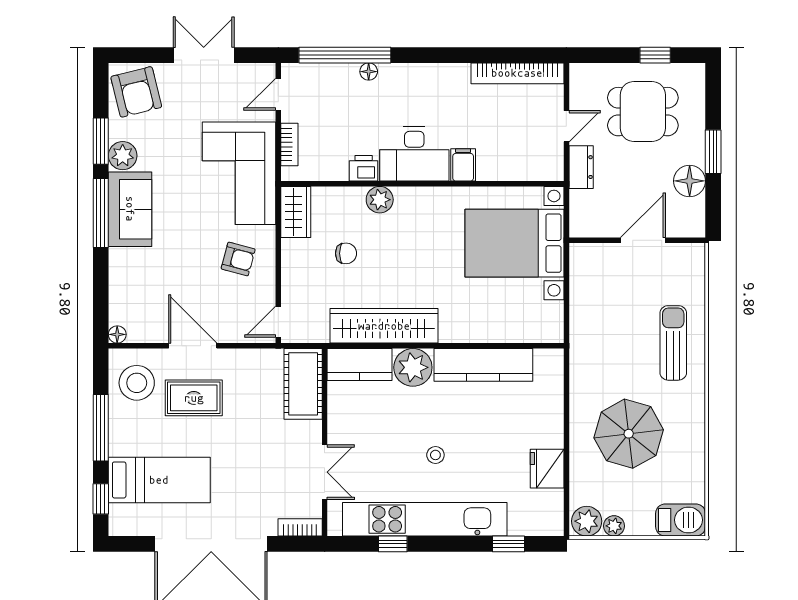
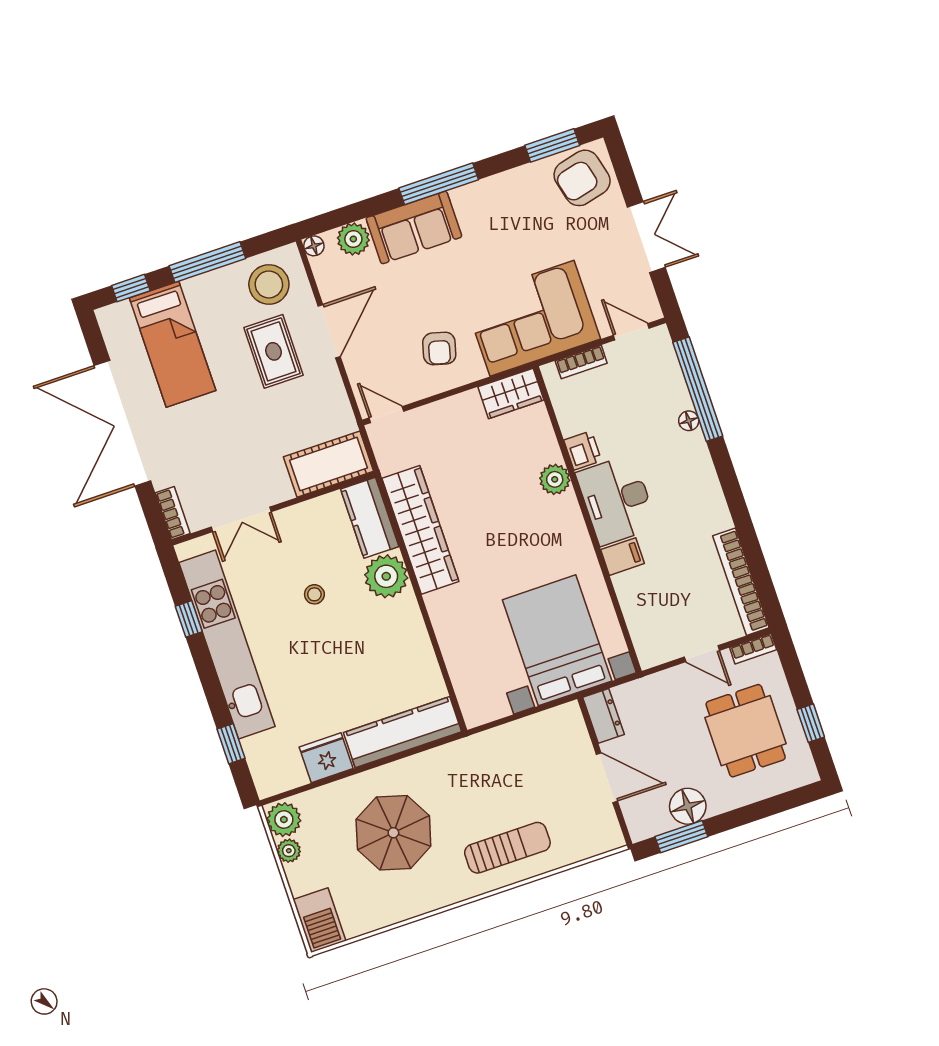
bookcase: (577, 82) -> (753, 649), added
window: (101, 141) -> (552, 145), moved
window: (713, 152) -> (681, 837), moved
plant: (123, 156) -> (353, 239), moved
dresser: (581, 167) -> (604, 716), moved, turned -90
sofa: (130, 209) -> (414, 227), moved
chair: (346, 253) -> (485, 463), removed
kitchen counter: (483, 365) -> (403, 732), moved, turned 90
stool: (435, 455) -> (314, 594), moved

